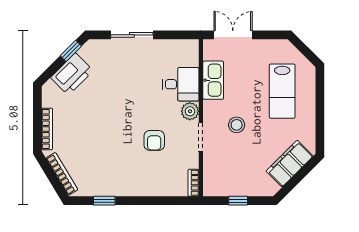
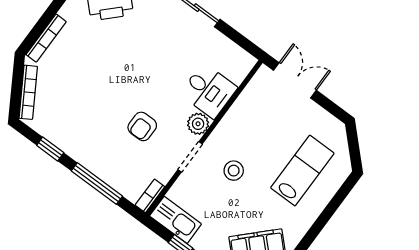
kitchen sink: (213, 80) -> (176, 220), moved, turned -90
lab bench: (282, 91) -> (302, 171), turned 180
window: (152, 201) -> (97, 184), added

